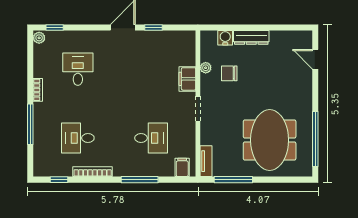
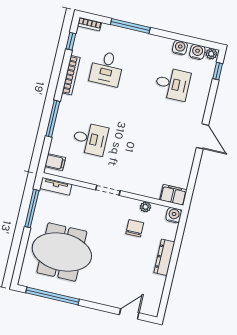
window: (154, 28) -> (196, 166), removed
water cooler: (225, 38) -> (174, 215), moved, turned -90
water cooler: (40, 52) -> (197, 52), added
water cooler: (40, 70) -> (180, 48), added
filing cabinet: (187, 79) -> (173, 195), moved
bookcase: (38, 90) -> (89, 24), moved
desk: (78, 138) -> (107, 69), turned 180
desk: (151, 138) -> (90, 139), turned -90

